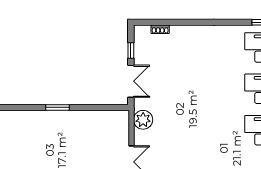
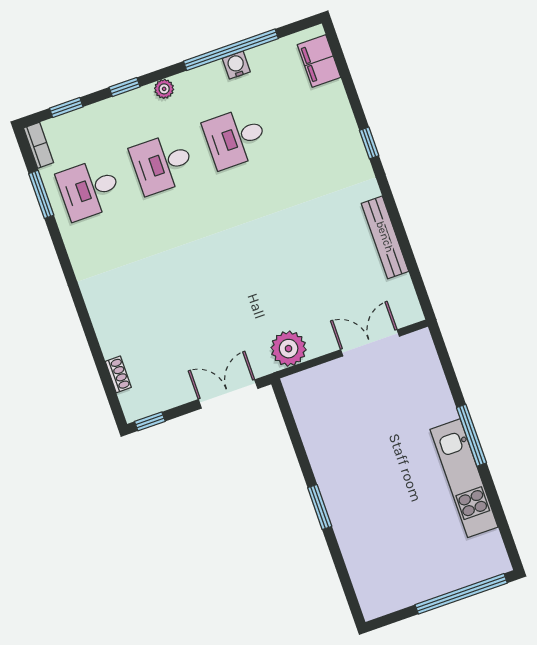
window: (131, 50) -> (150, 421), moved

